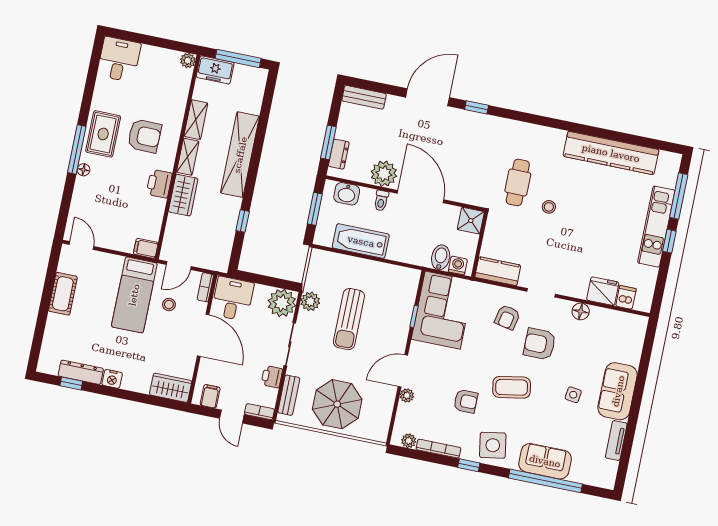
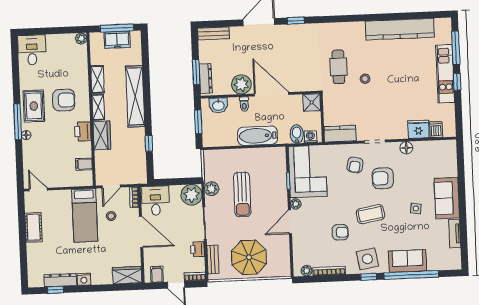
freezer: (215, 70) -> (117, 40), moved
dresser: (339, 154) -> (206, 78), width x1.44
bathtub: (361, 241) -> (257, 136), moved
filing cabinet: (146, 248) -> (84, 164), moved
plant: (407, 395) -> (296, 204), moved
window: (469, 465) -> (369, 277), moved

